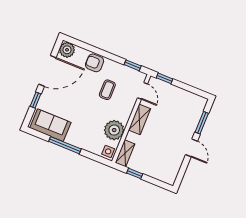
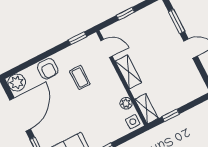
armchair: (95, 63) -> (48, 69), turned -90
window: (164, 78) -> (125, 14), moved
plant: (114, 130) -> (126, 103), width x0.53, depth x0.53

